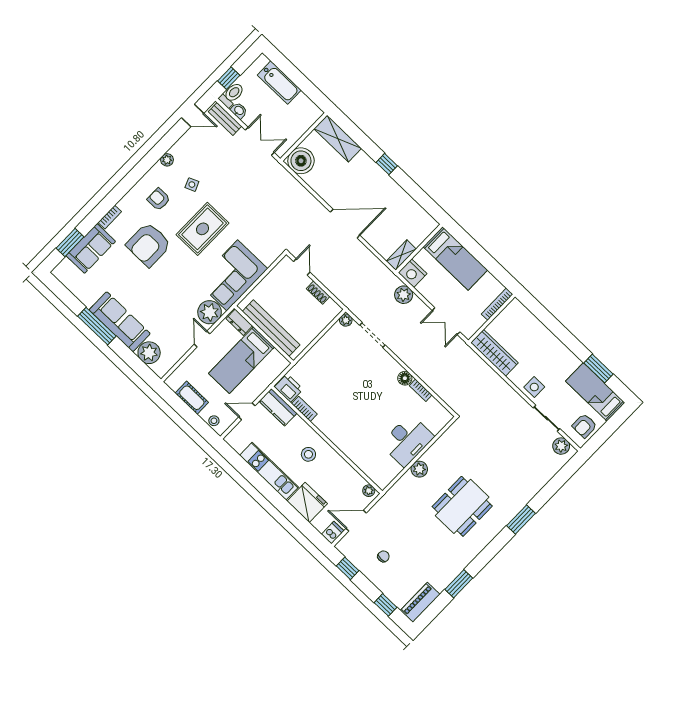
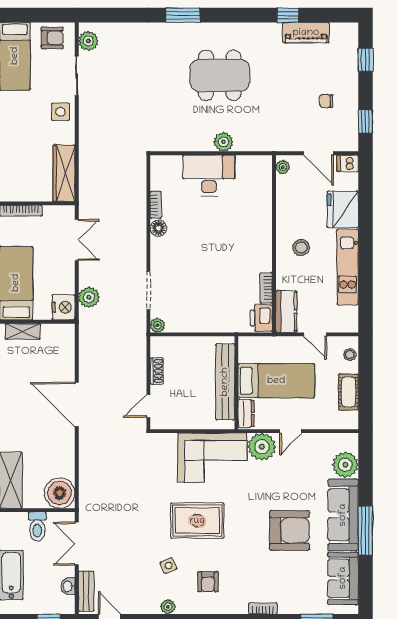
toilet: (232, 95) -> (37, 527), moved, turned -90
armchair: (149, 244) -> (290, 530), moved
sofa: (91, 248) -> (343, 578), moved, turned -90
shelving: (401, 255) -> (23, 331), moved
window: (459, 584) -> (288, 15), width x0.67
piano: (420, 602) -> (306, 33), moved

